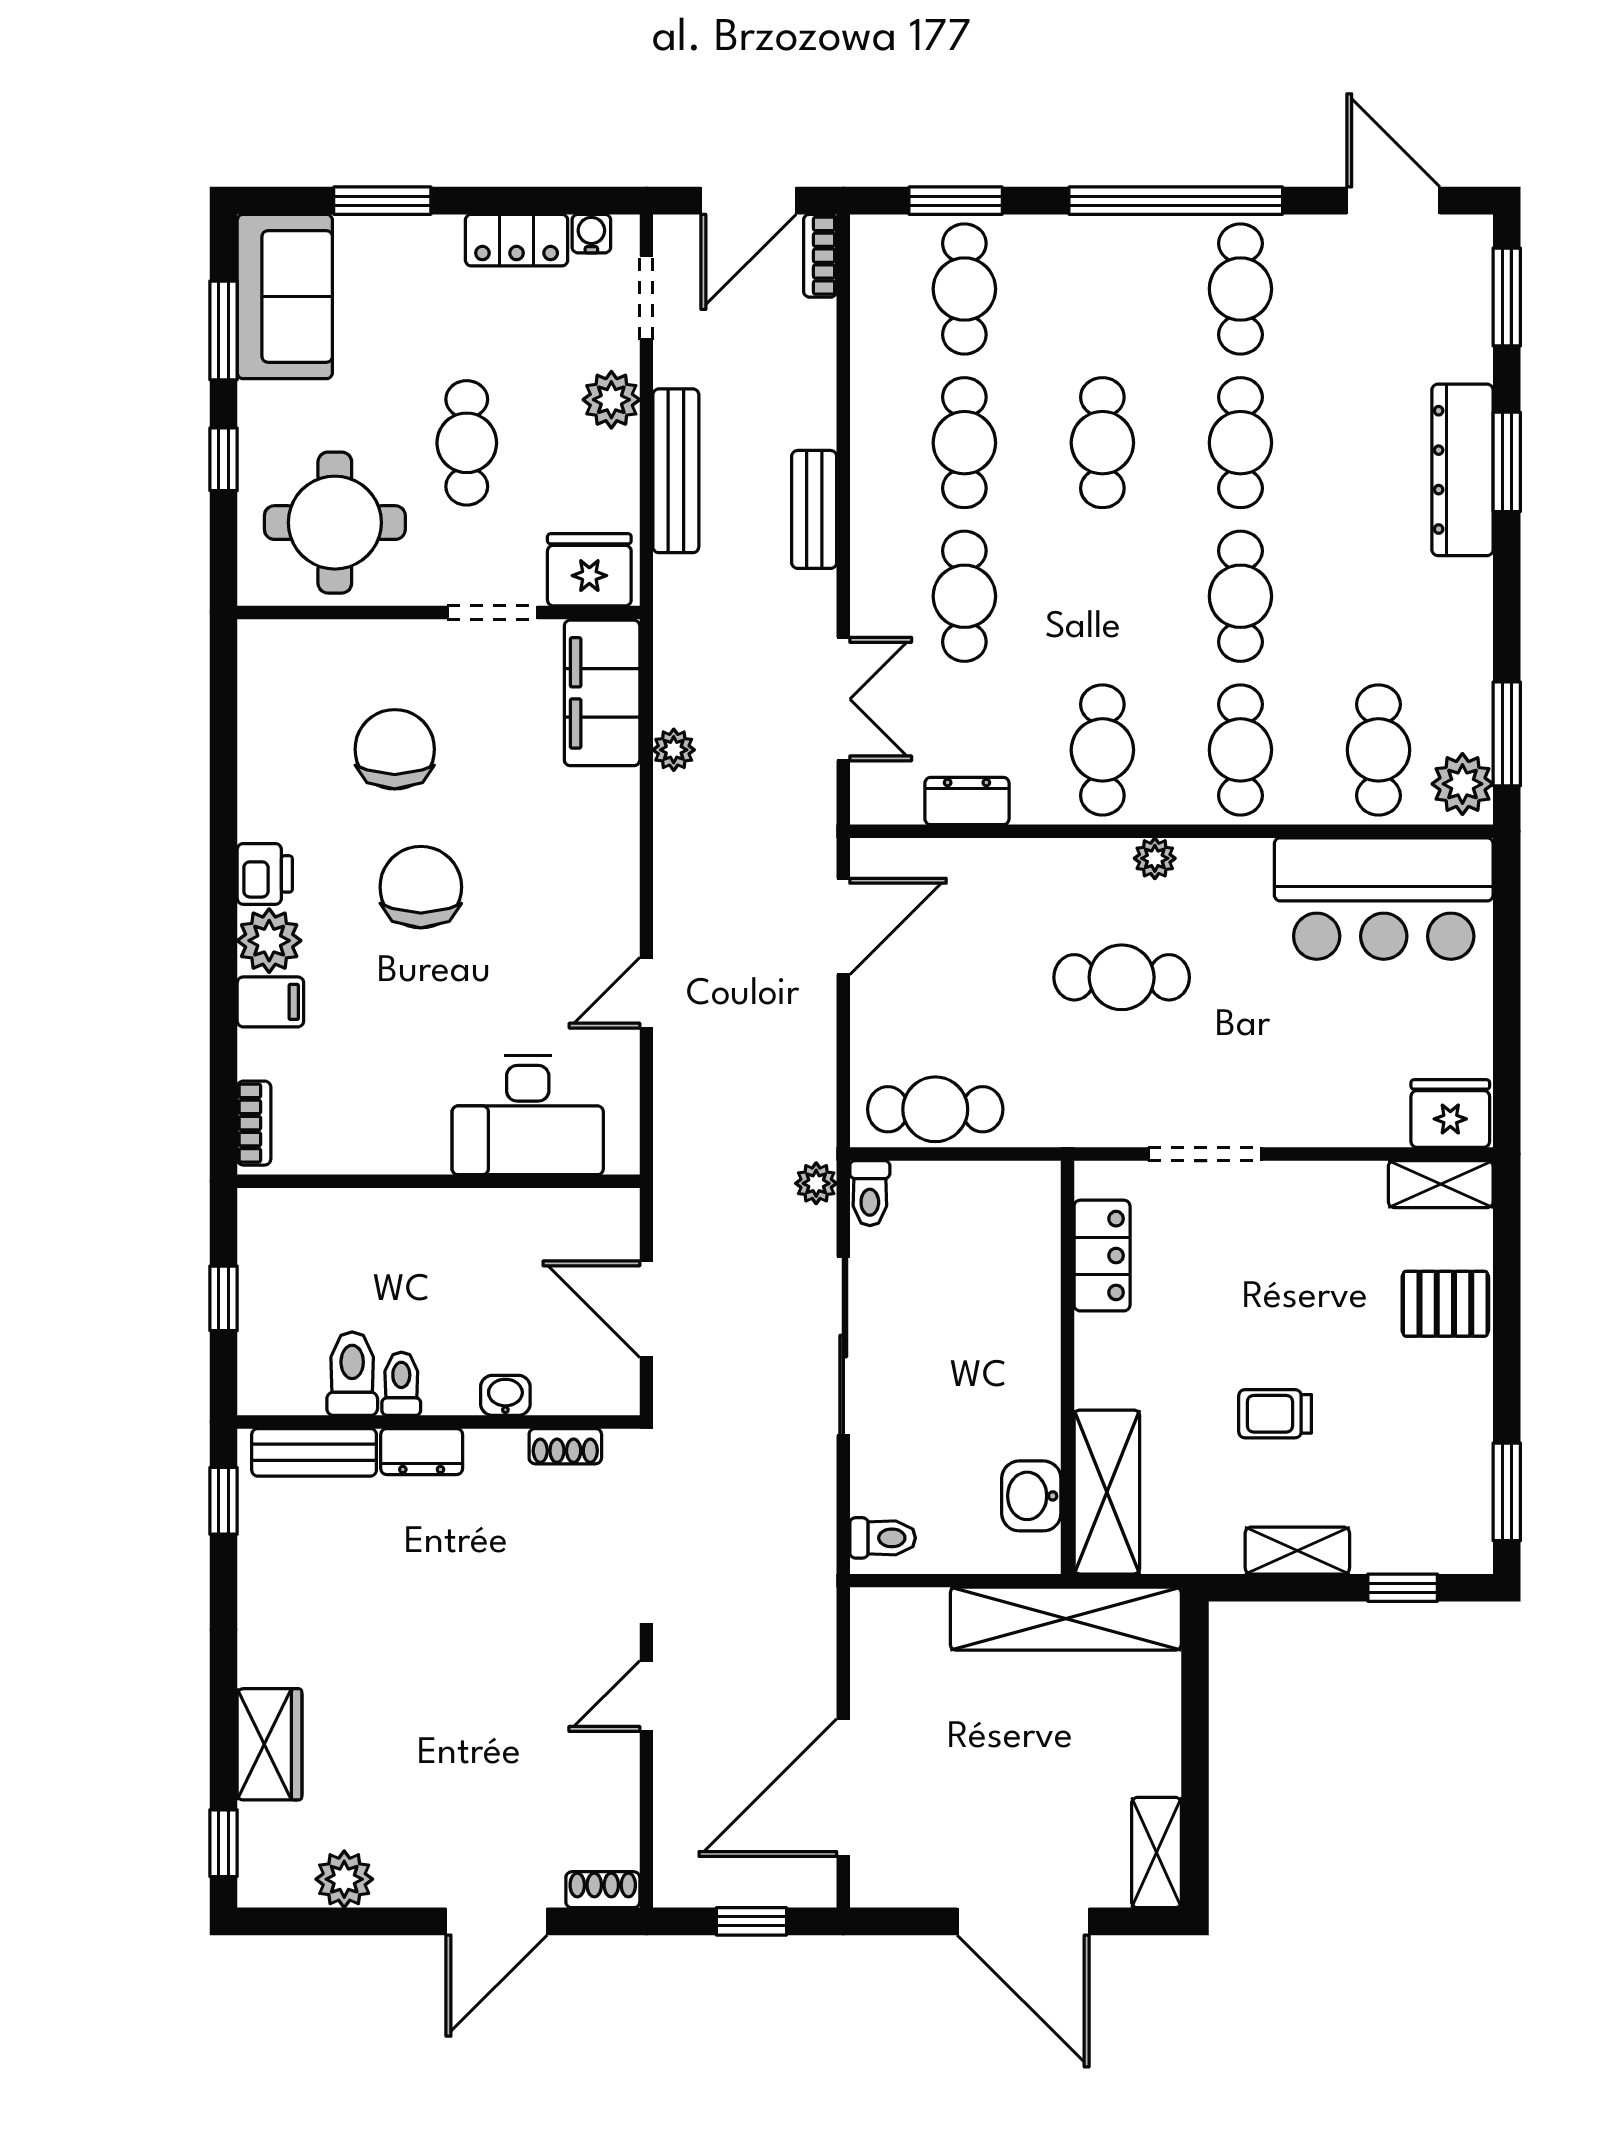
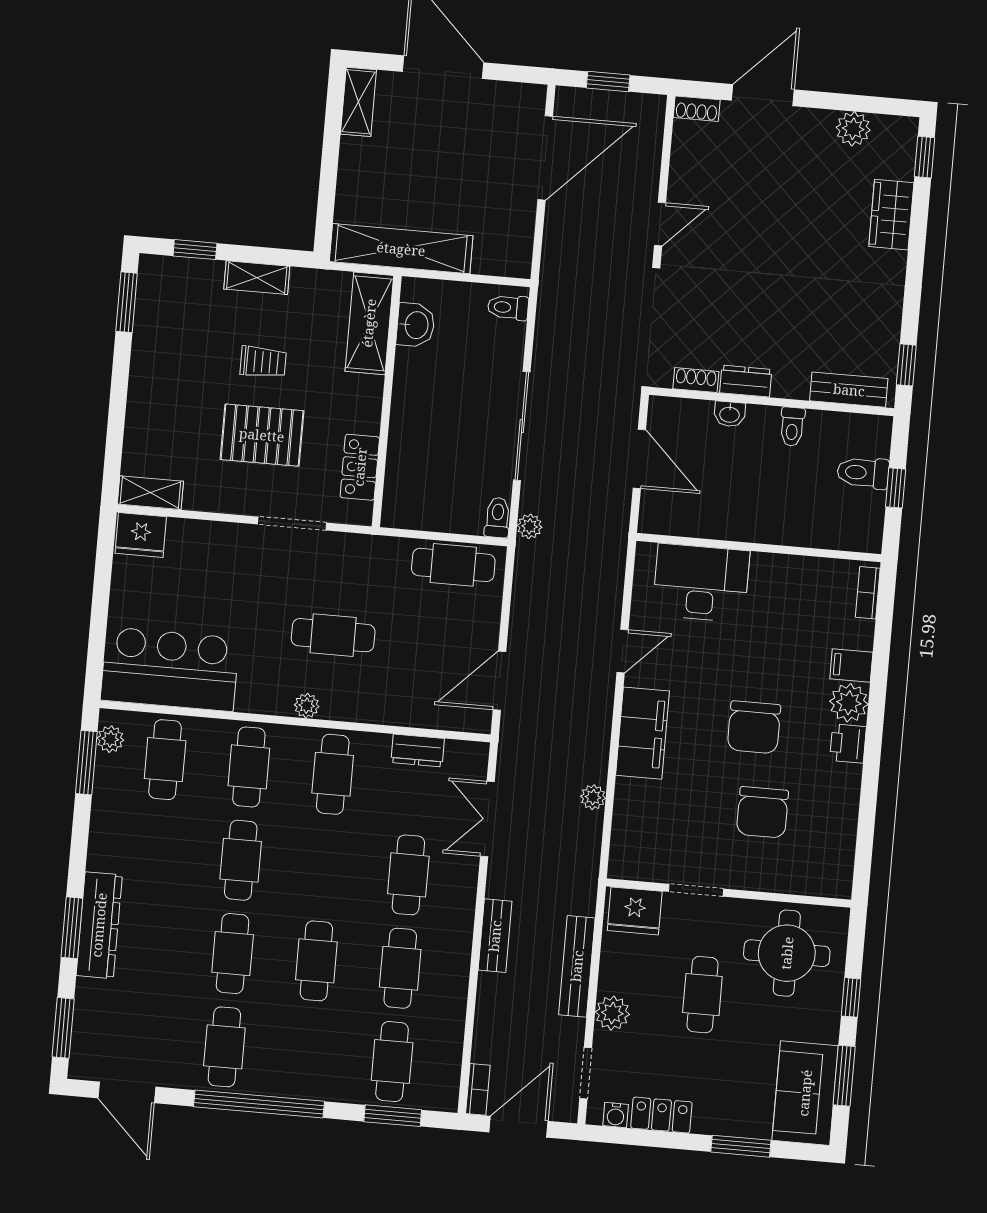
filing cabinet: (602, 693) -> (643, 733), moved
plant: (1462, 784) -> (110, 739), width x0.73, depth x0.73
pallet: (1445, 1304) -> (262, 435), moved, width x1.50, depth x1.42
toilet: (352, 1374) -> (863, 473), moved, turned 90
dresser: (422, 1452) -> (746, 381), moved

